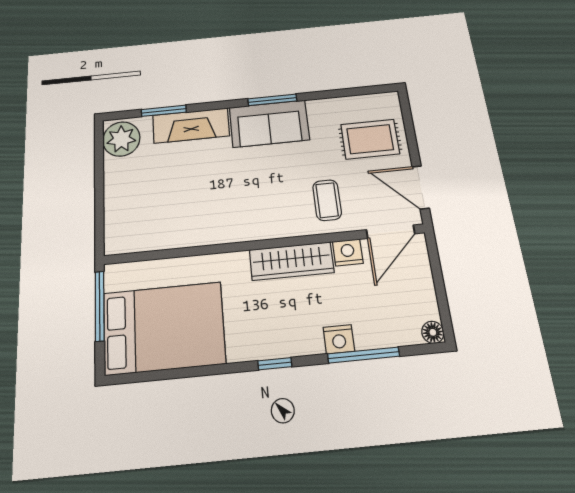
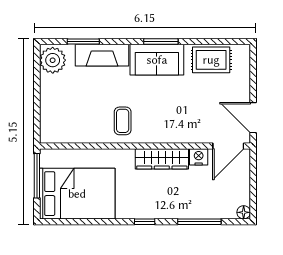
rug: (370, 139) -> (211, 60), moved
coffee table: (327, 200) -> (123, 121), moved
nightstand: (339, 339) -> (186, 211), removed

